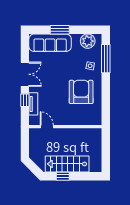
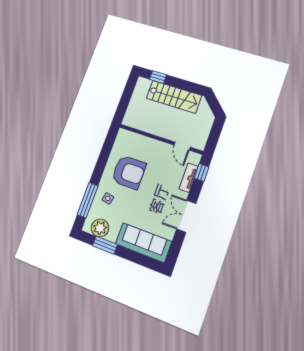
window: (60, 30) -> (105, 245), moved
armchair: (81, 92) -> (129, 172), turned -90
window: (25, 100) -> (201, 173), moved
window: (63, 176) -> (158, 77), moved

